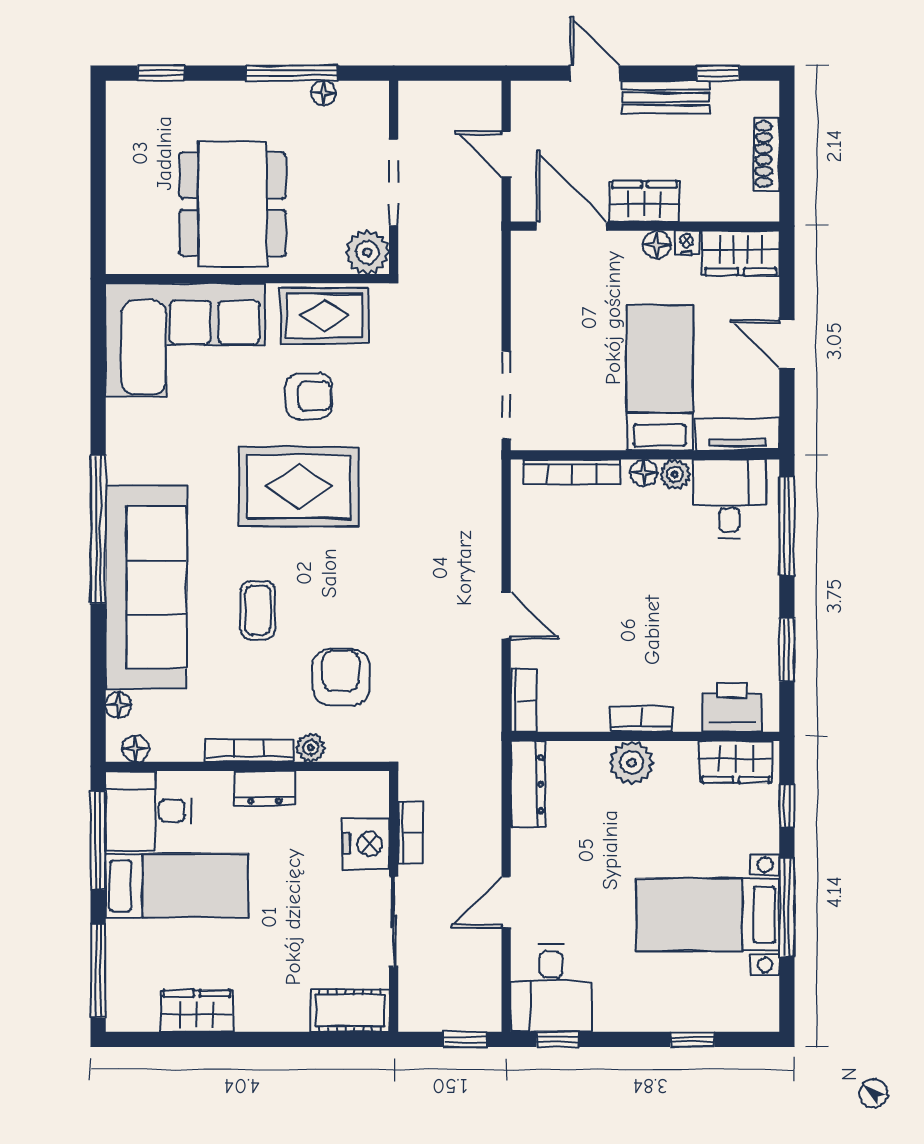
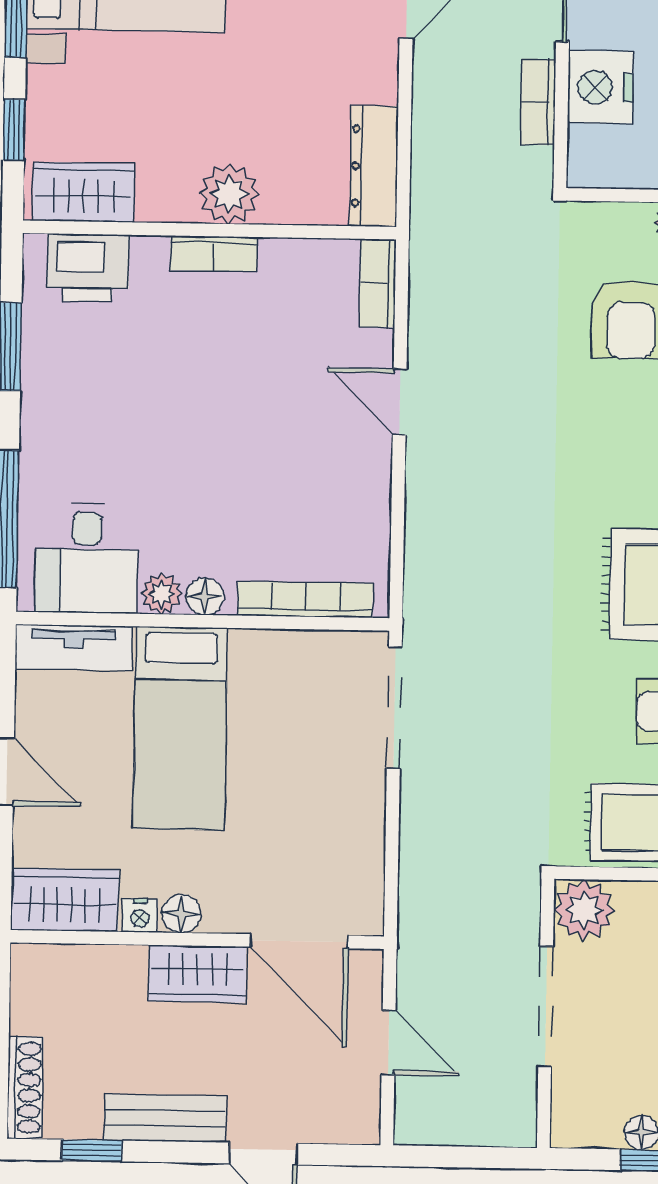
shoe rack: (767, 154) -> (25, 1088), moved

